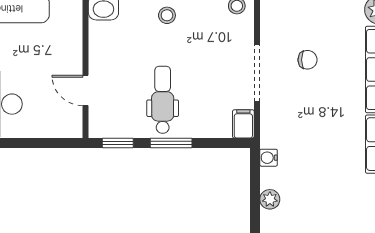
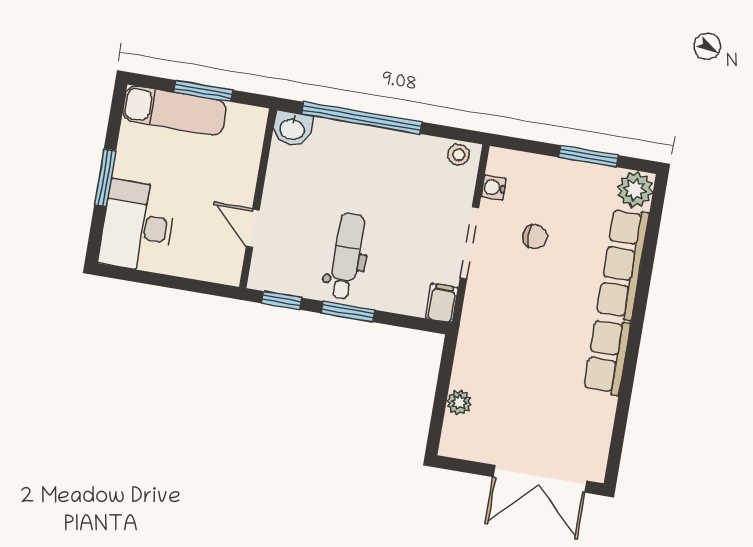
stool: (167, 15) -> (370, 152), removed
water cooler: (269, 158) -> (494, 188), moved

